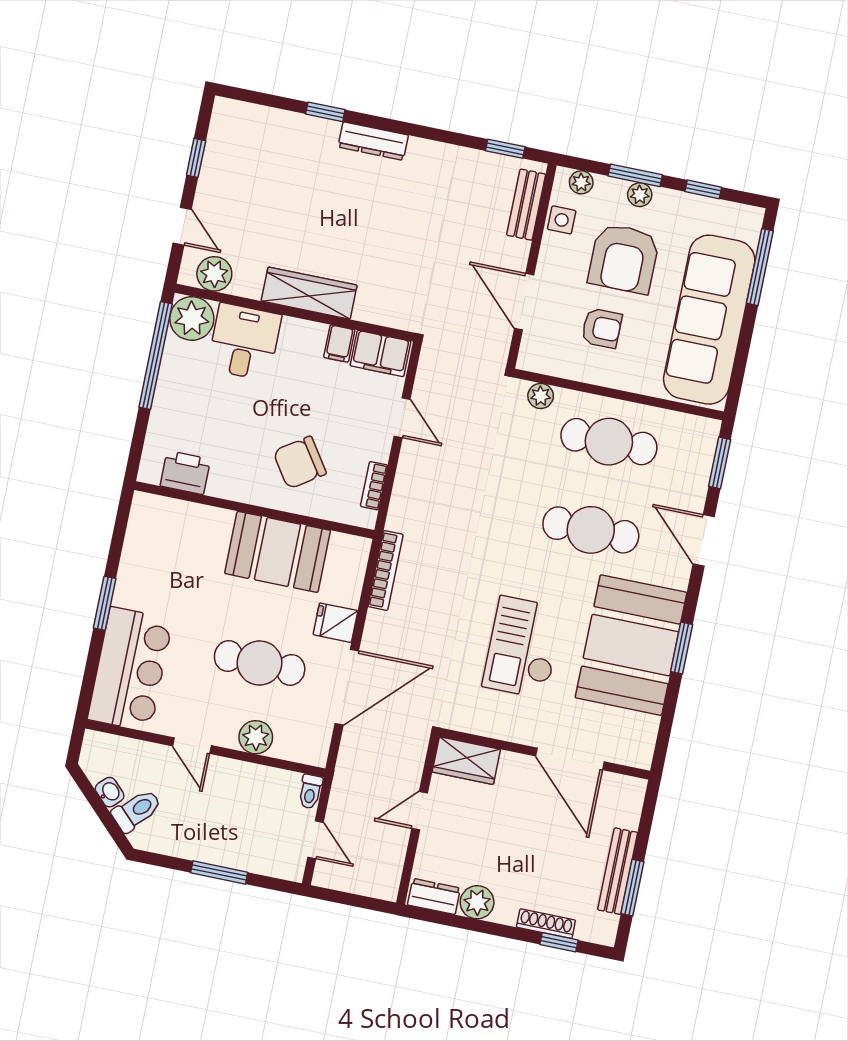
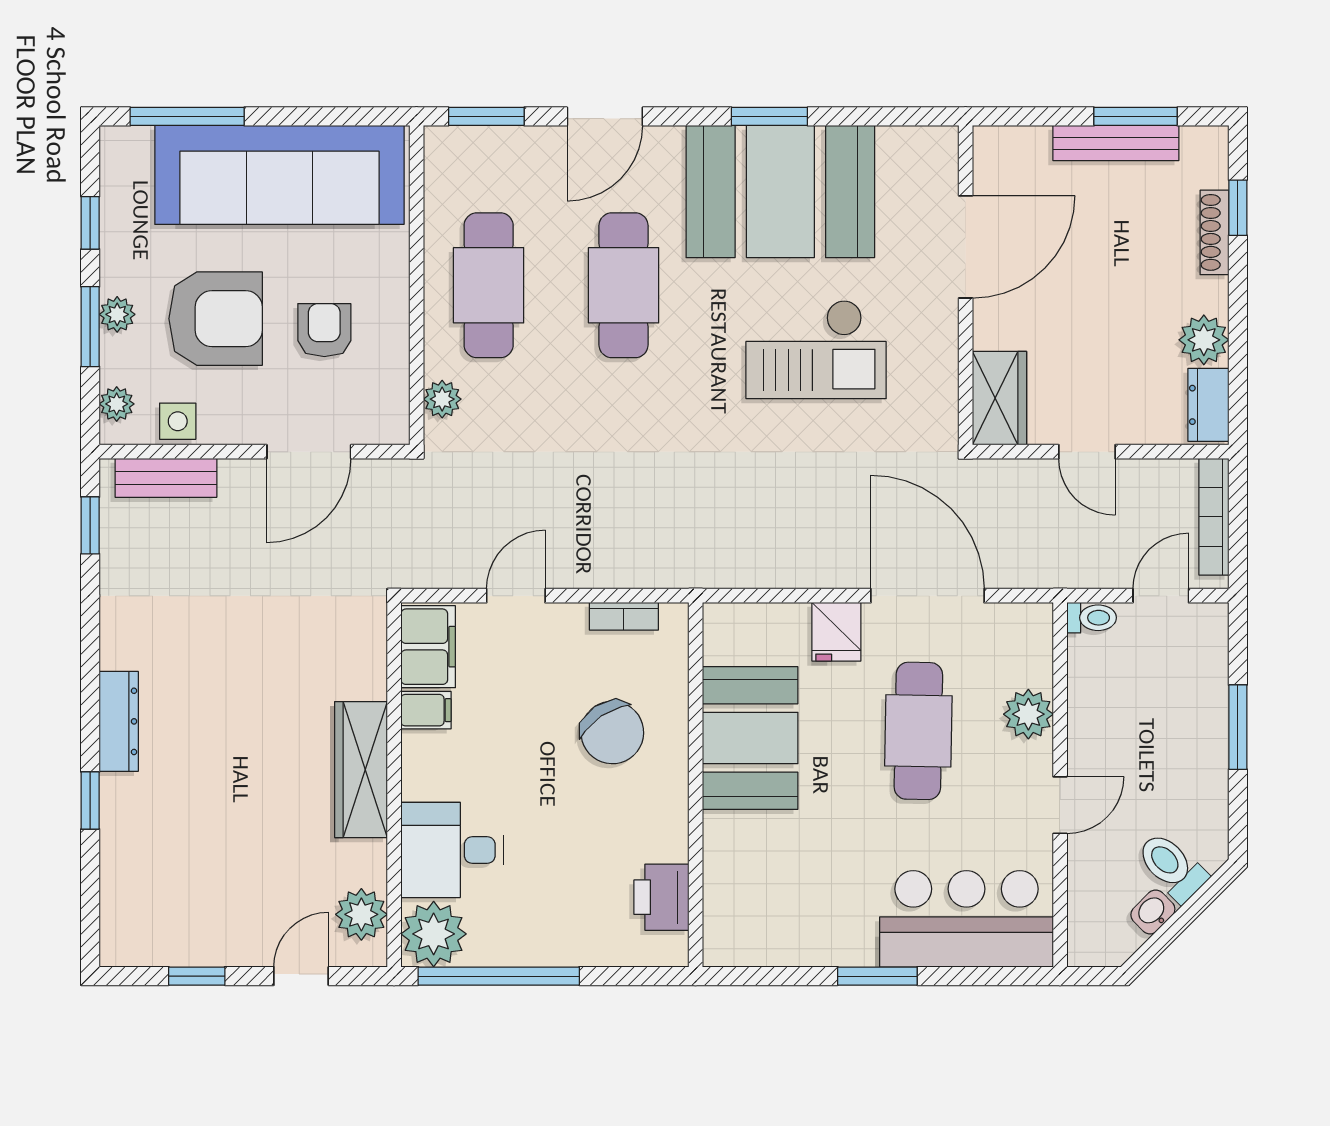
bookcase: (385, 570) -> (1214, 517), moved, turned -90

